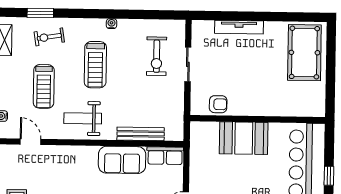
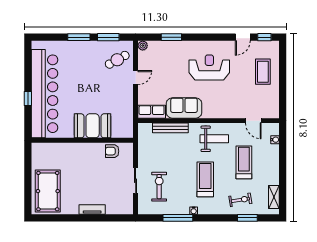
window: (132, 14) -> (178, 218), added
tv unit: (239, 27) -> (92, 209), width x0.71

